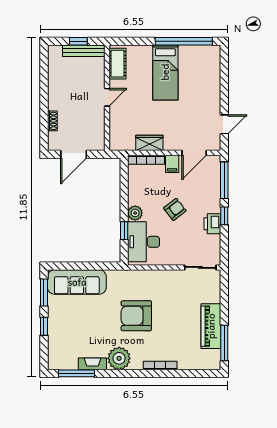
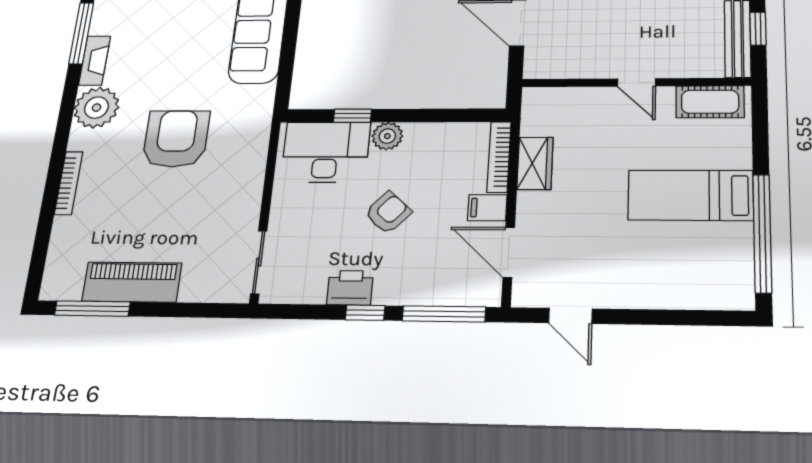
armchair: (175, 209) -> (388, 213), turned -99

